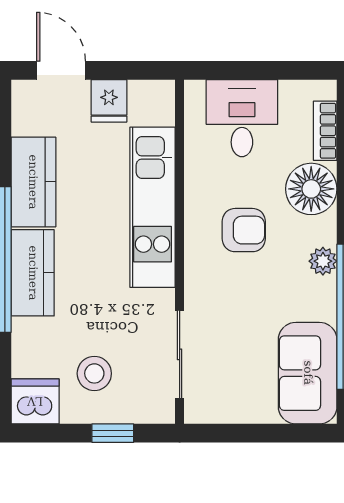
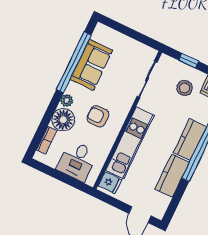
fridge: (109, 101) -> (110, 183), moved, turned 90
plant: (323, 261) -> (67, 101), moved
sofa: (308, 373) -> (91, 65), moved

